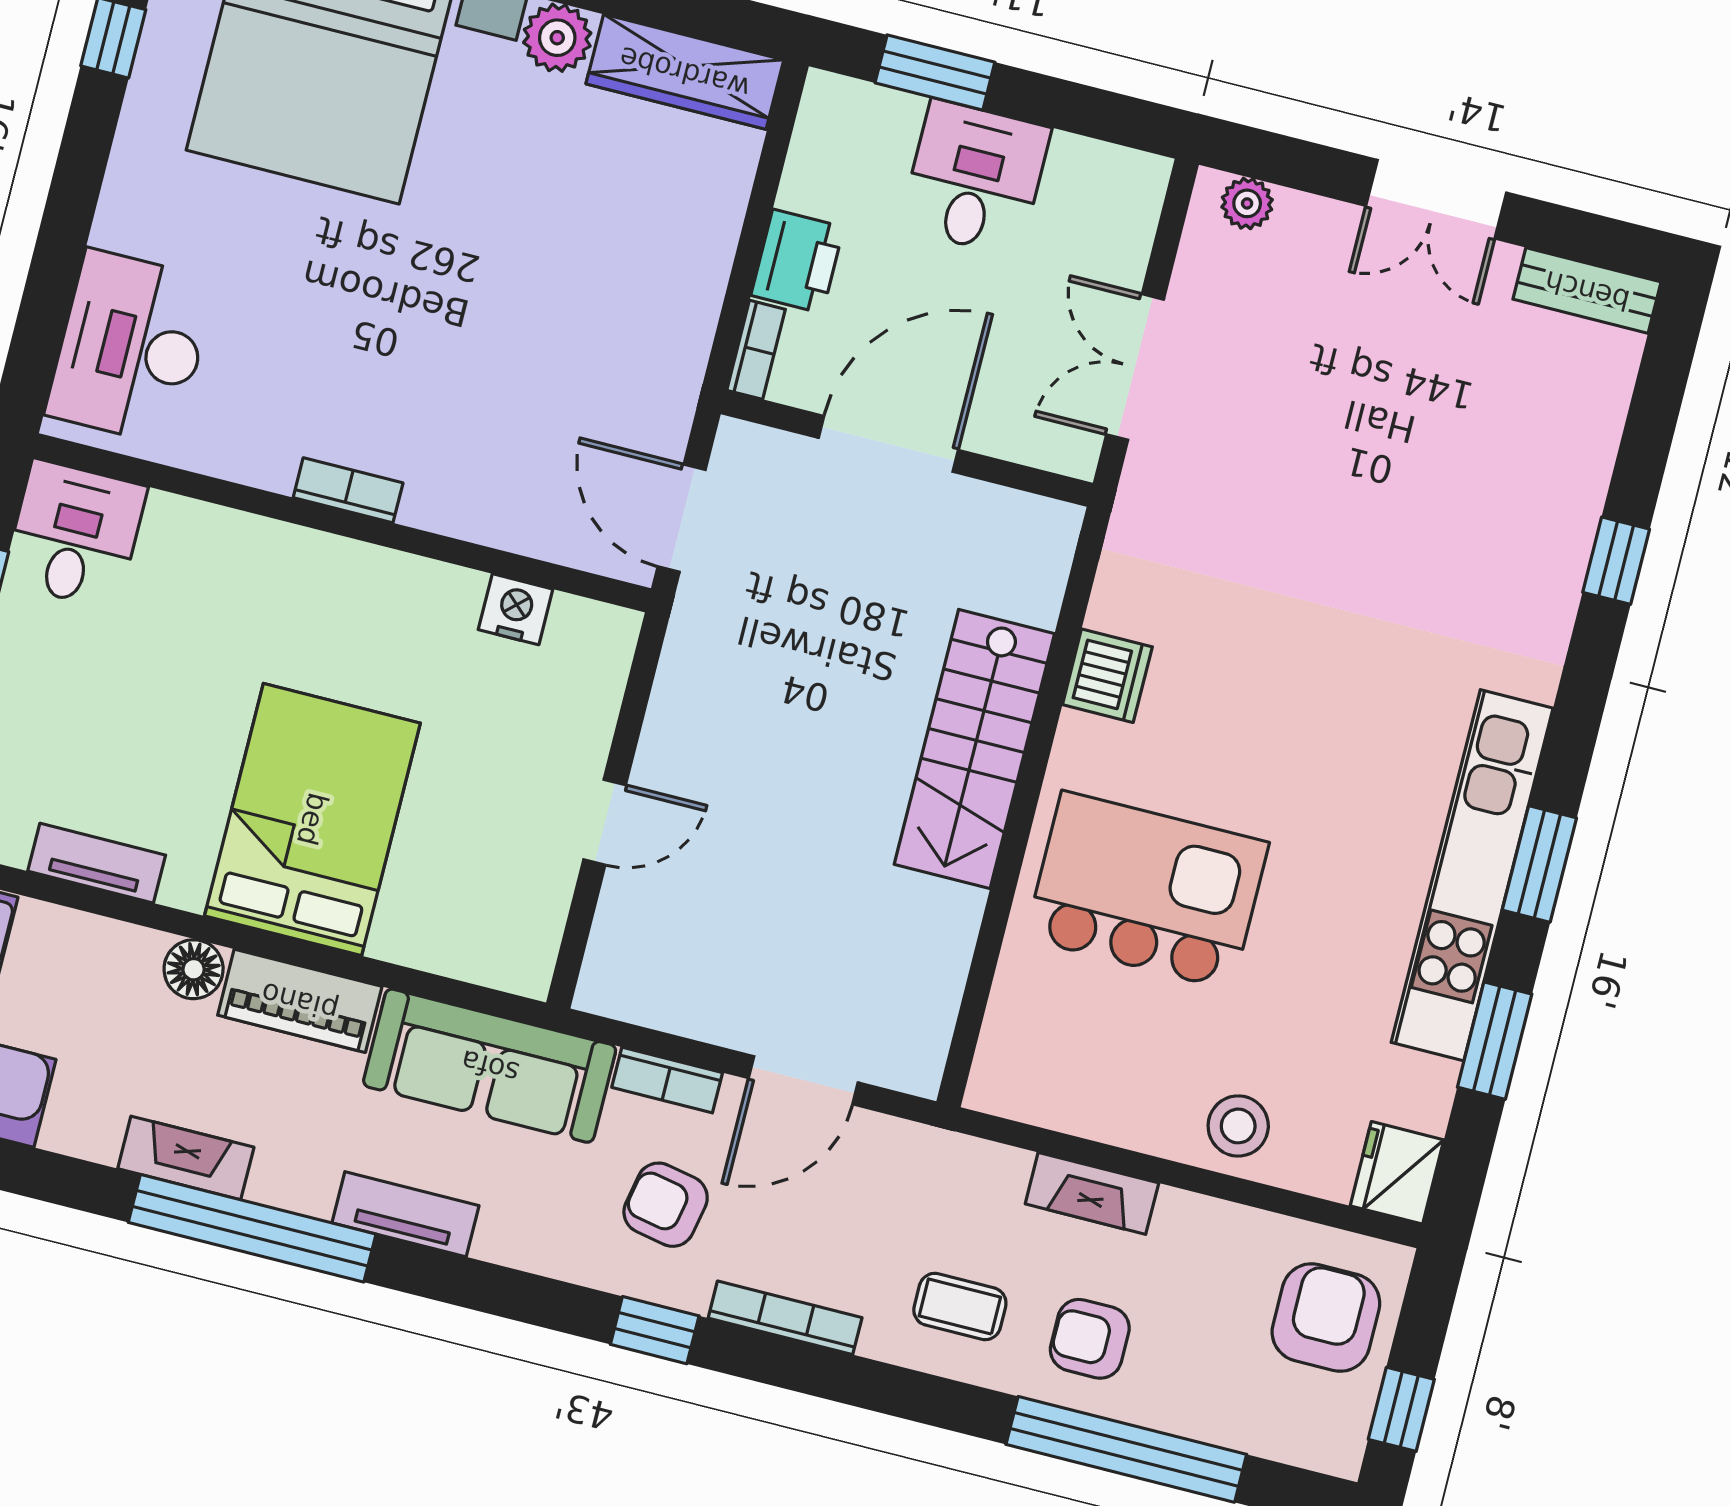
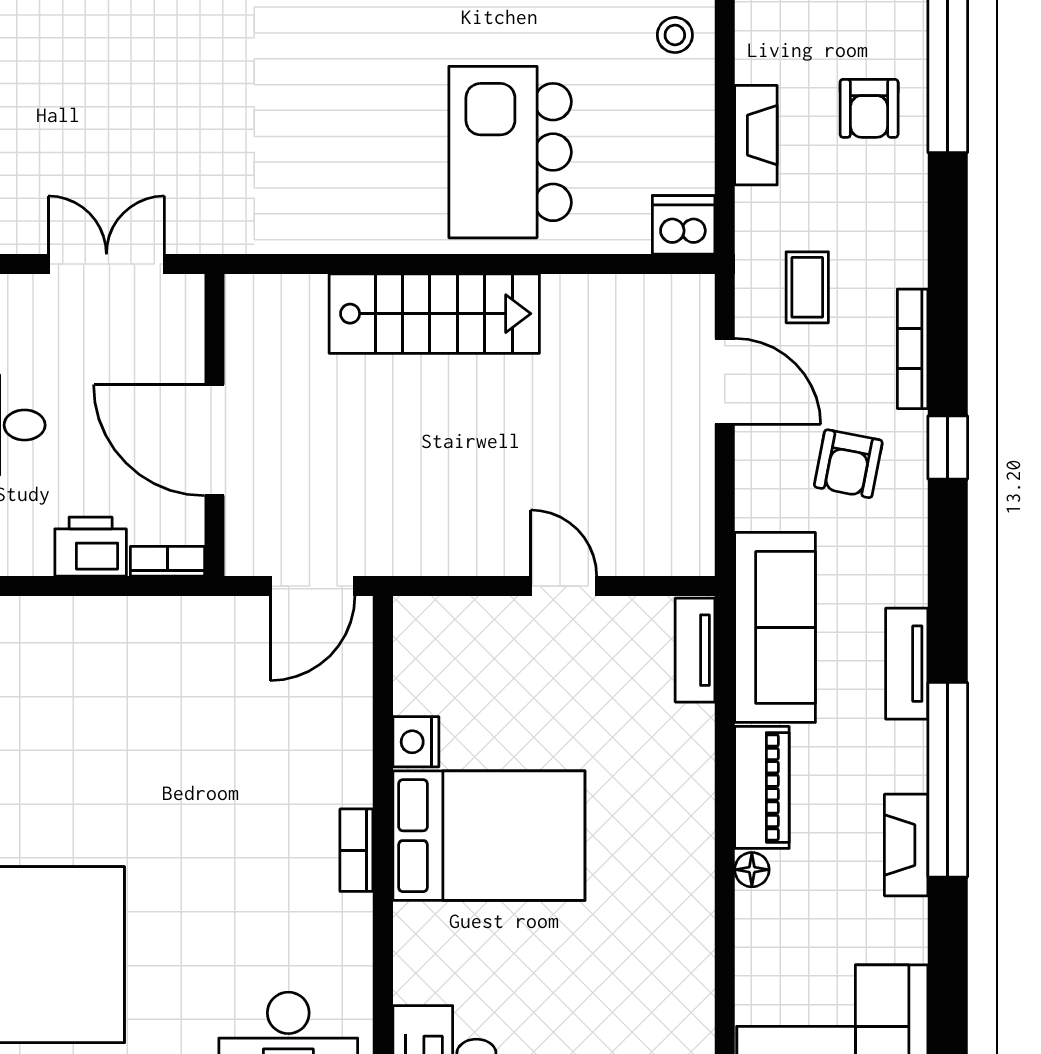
double door: (1135, 367) -> (106, 264), swing flipped
nightstand: (516, 609) -> (416, 742), moved
dishwasher: (1107, 676) -> (684, 225), moved
bed: (312, 819) -> (489, 836), moved, turned 180
tv unit: (97, 863) -> (695, 650), moved
floor lamp: (194, 969) -> (752, 870), width x0.73, depth x0.73
bookcase: (667, 1080) -> (751, 487), removed
stool: (1238, 1126) -> (675, 35), width x0.73, depth x0.73
coffee table: (960, 1307) -> (807, 287), moved

